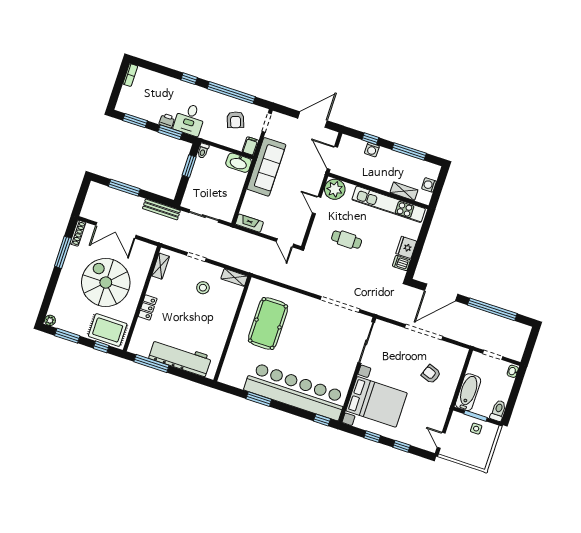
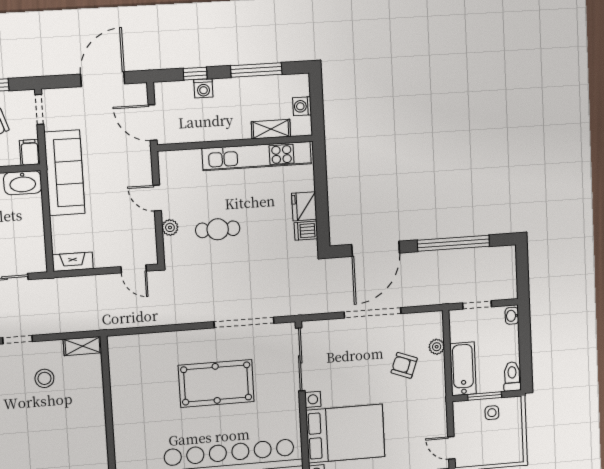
plant: (335, 189) -> (170, 227), moved, width x0.53, depth x0.53
pool table: (268, 323) -> (216, 383), moved, turned 90
plant: (456, 371) -> (437, 347), added

